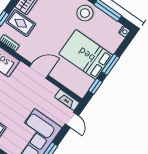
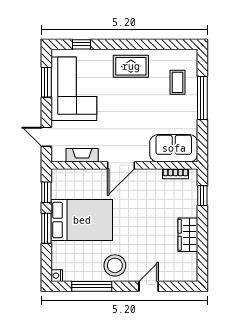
rug: (21, 23) -> (178, 204), removed
fireplace: (67, 100) -> (82, 155), moved

